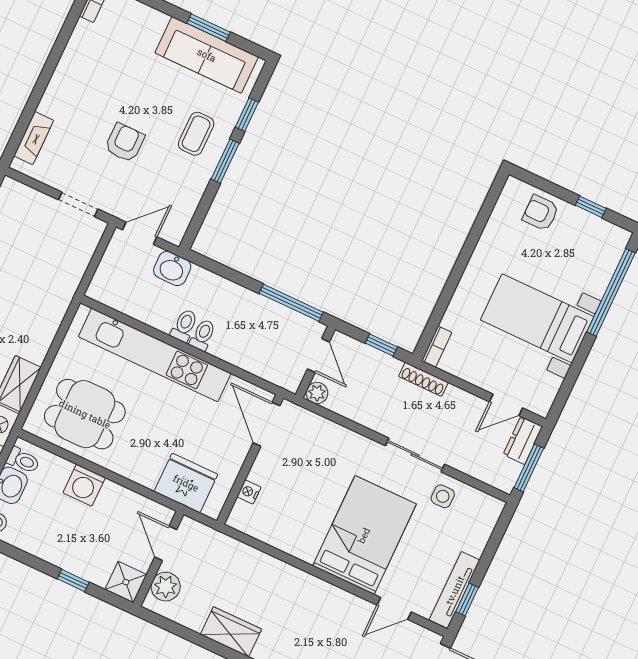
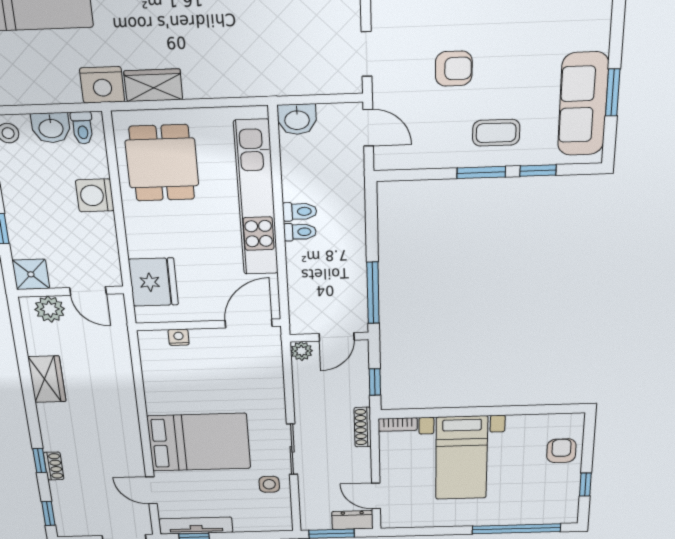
washbasin: (172, 268) -> (297, 119), moved, turned -90
bed with nightstands: (537, 318) -> (462, 458), moved, turned 180
door: (166, 543) -> (88, 291), swing flipped

